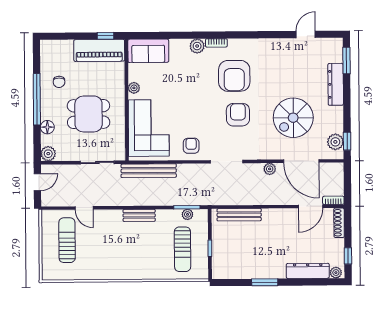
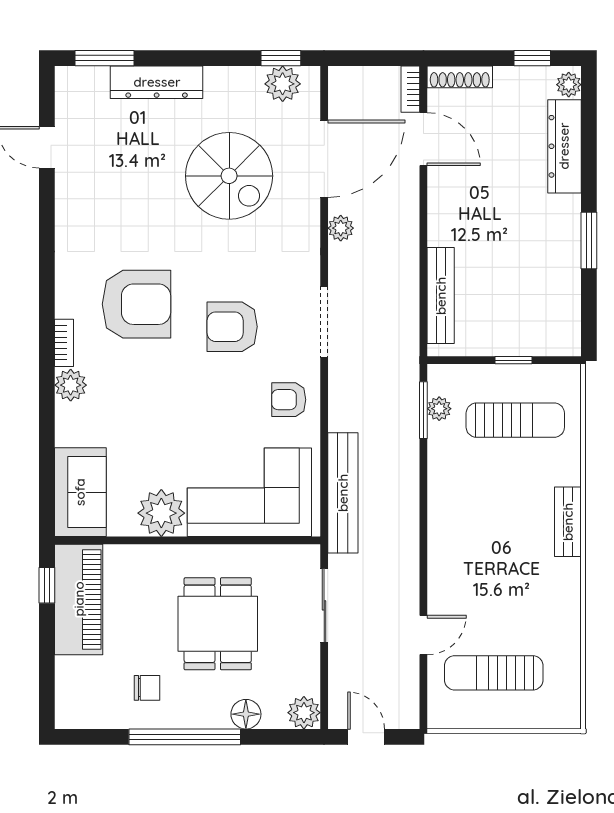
plant: (134, 88) -> (161, 513), width x1.88, depth x1.88
armchair: (238, 115) -> (232, 327), moved
bench: (139, 215) -> (568, 522), moved

